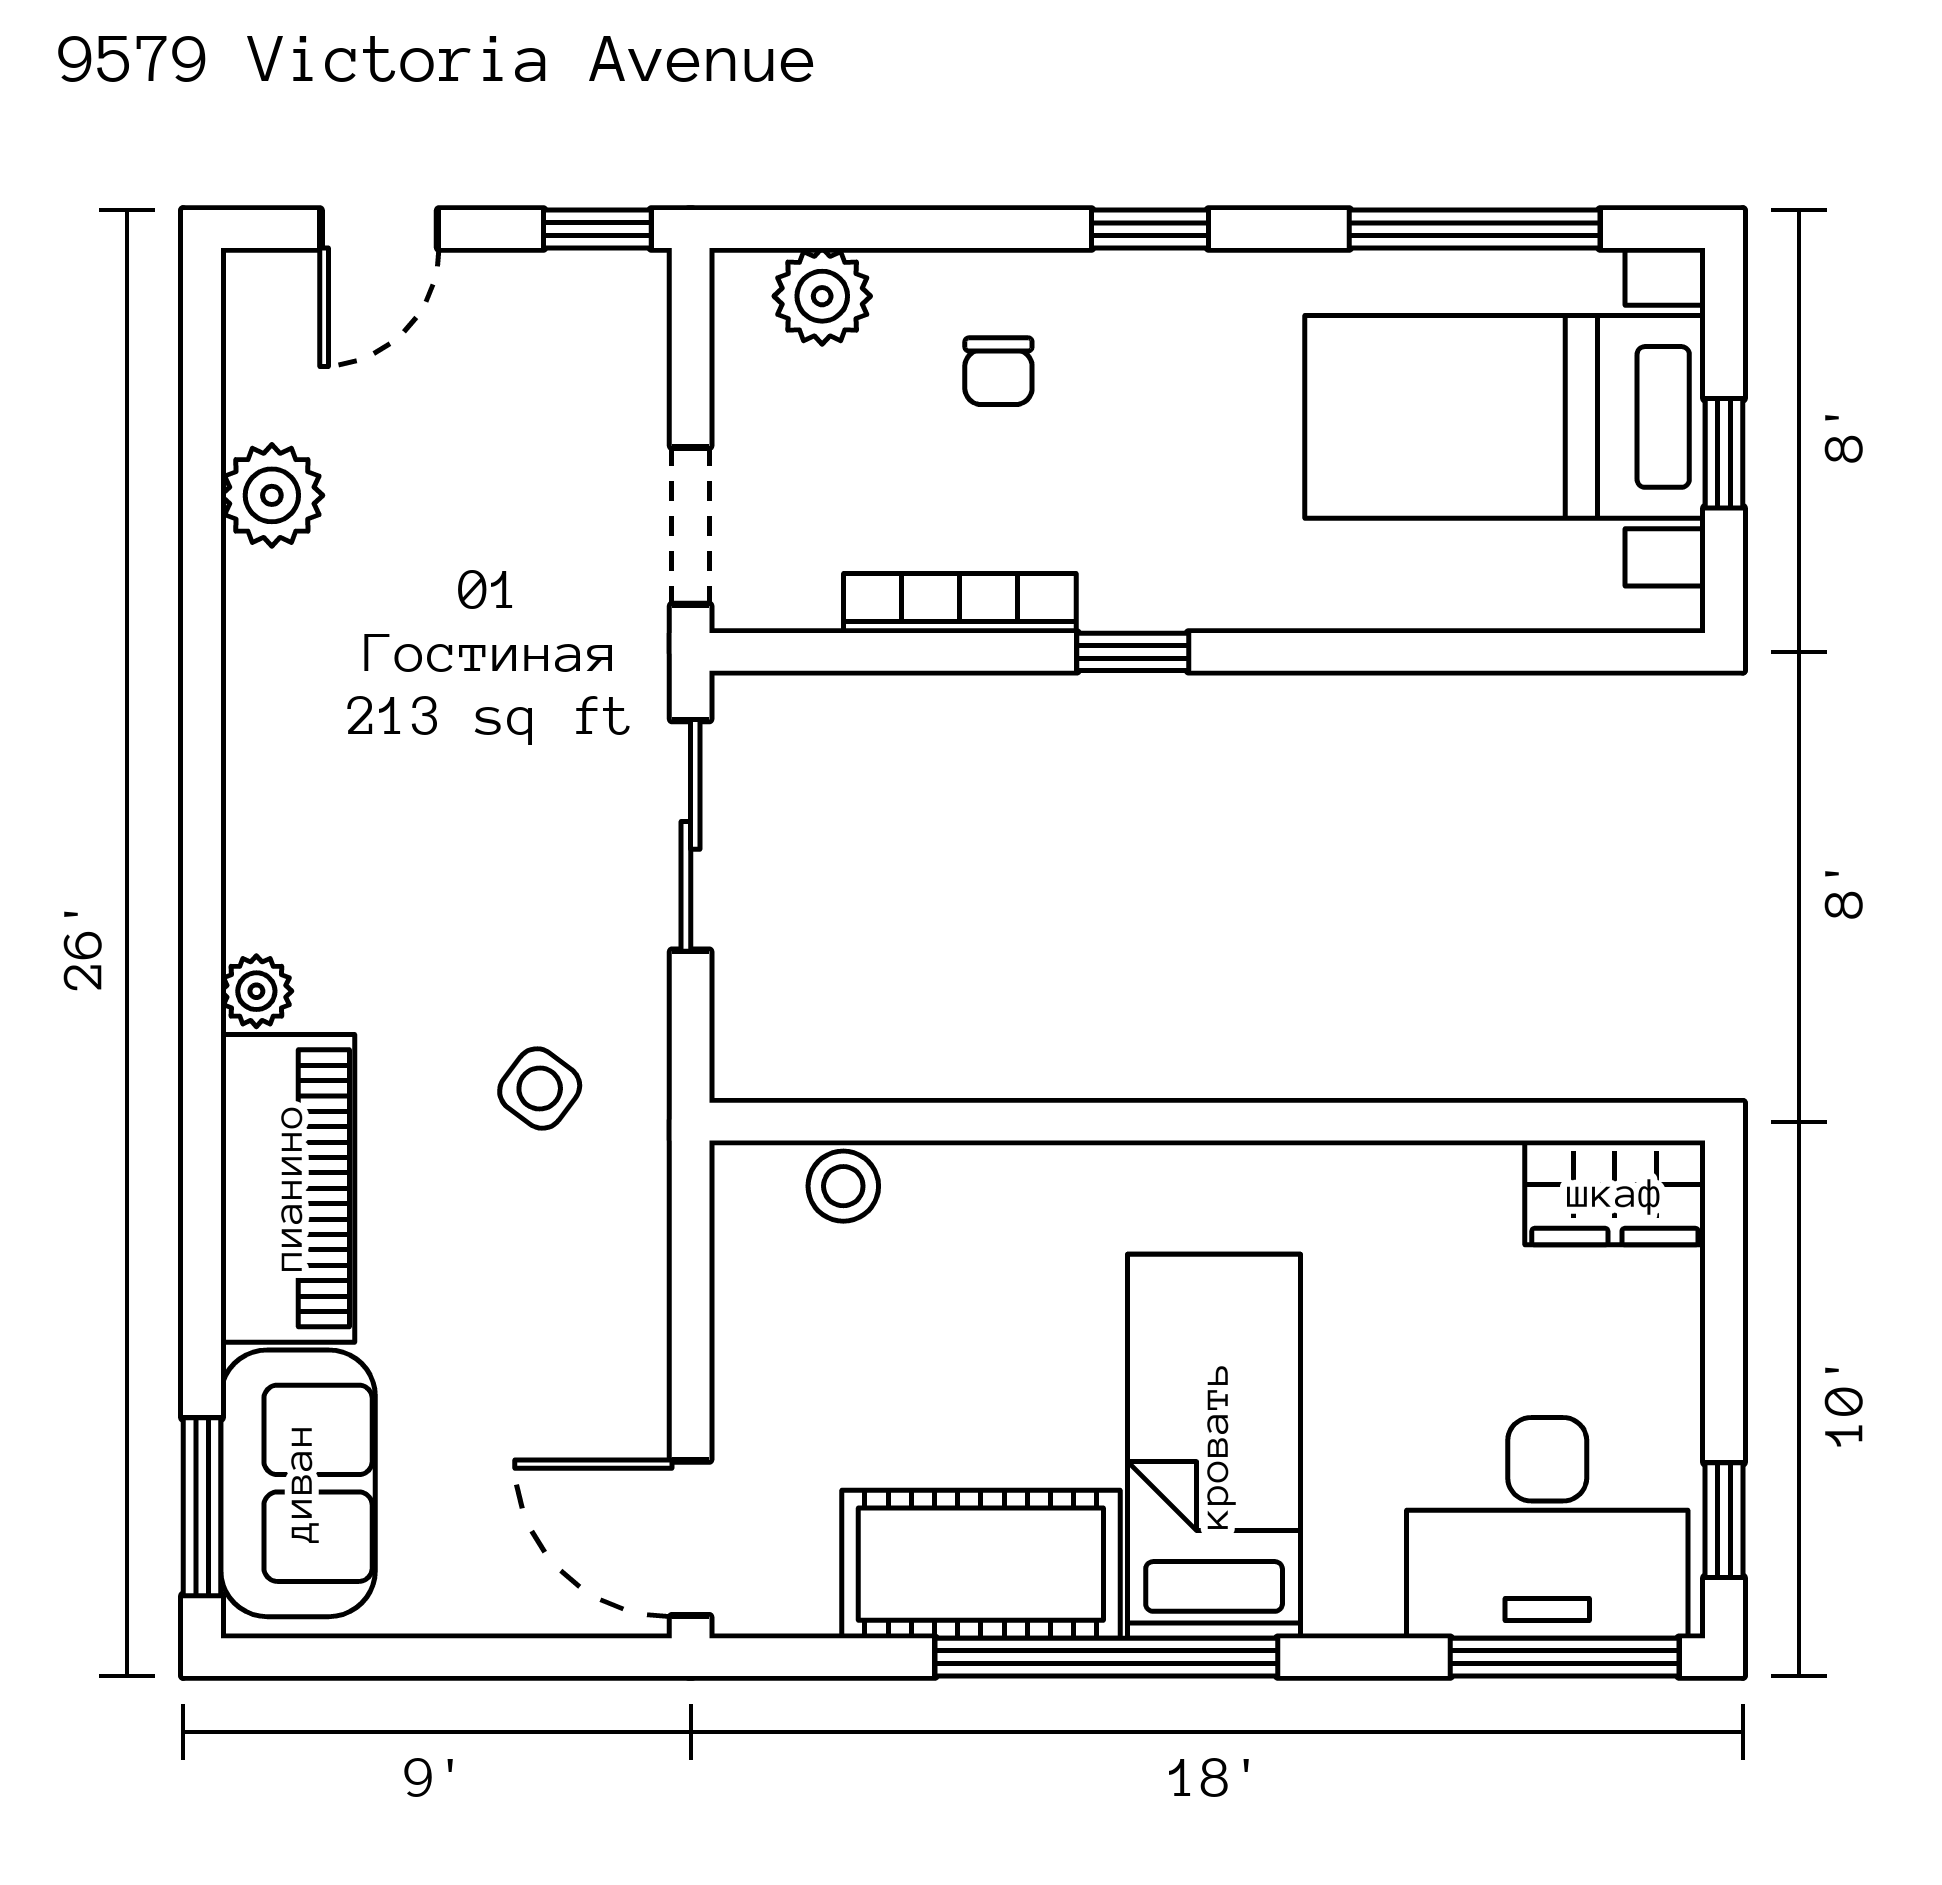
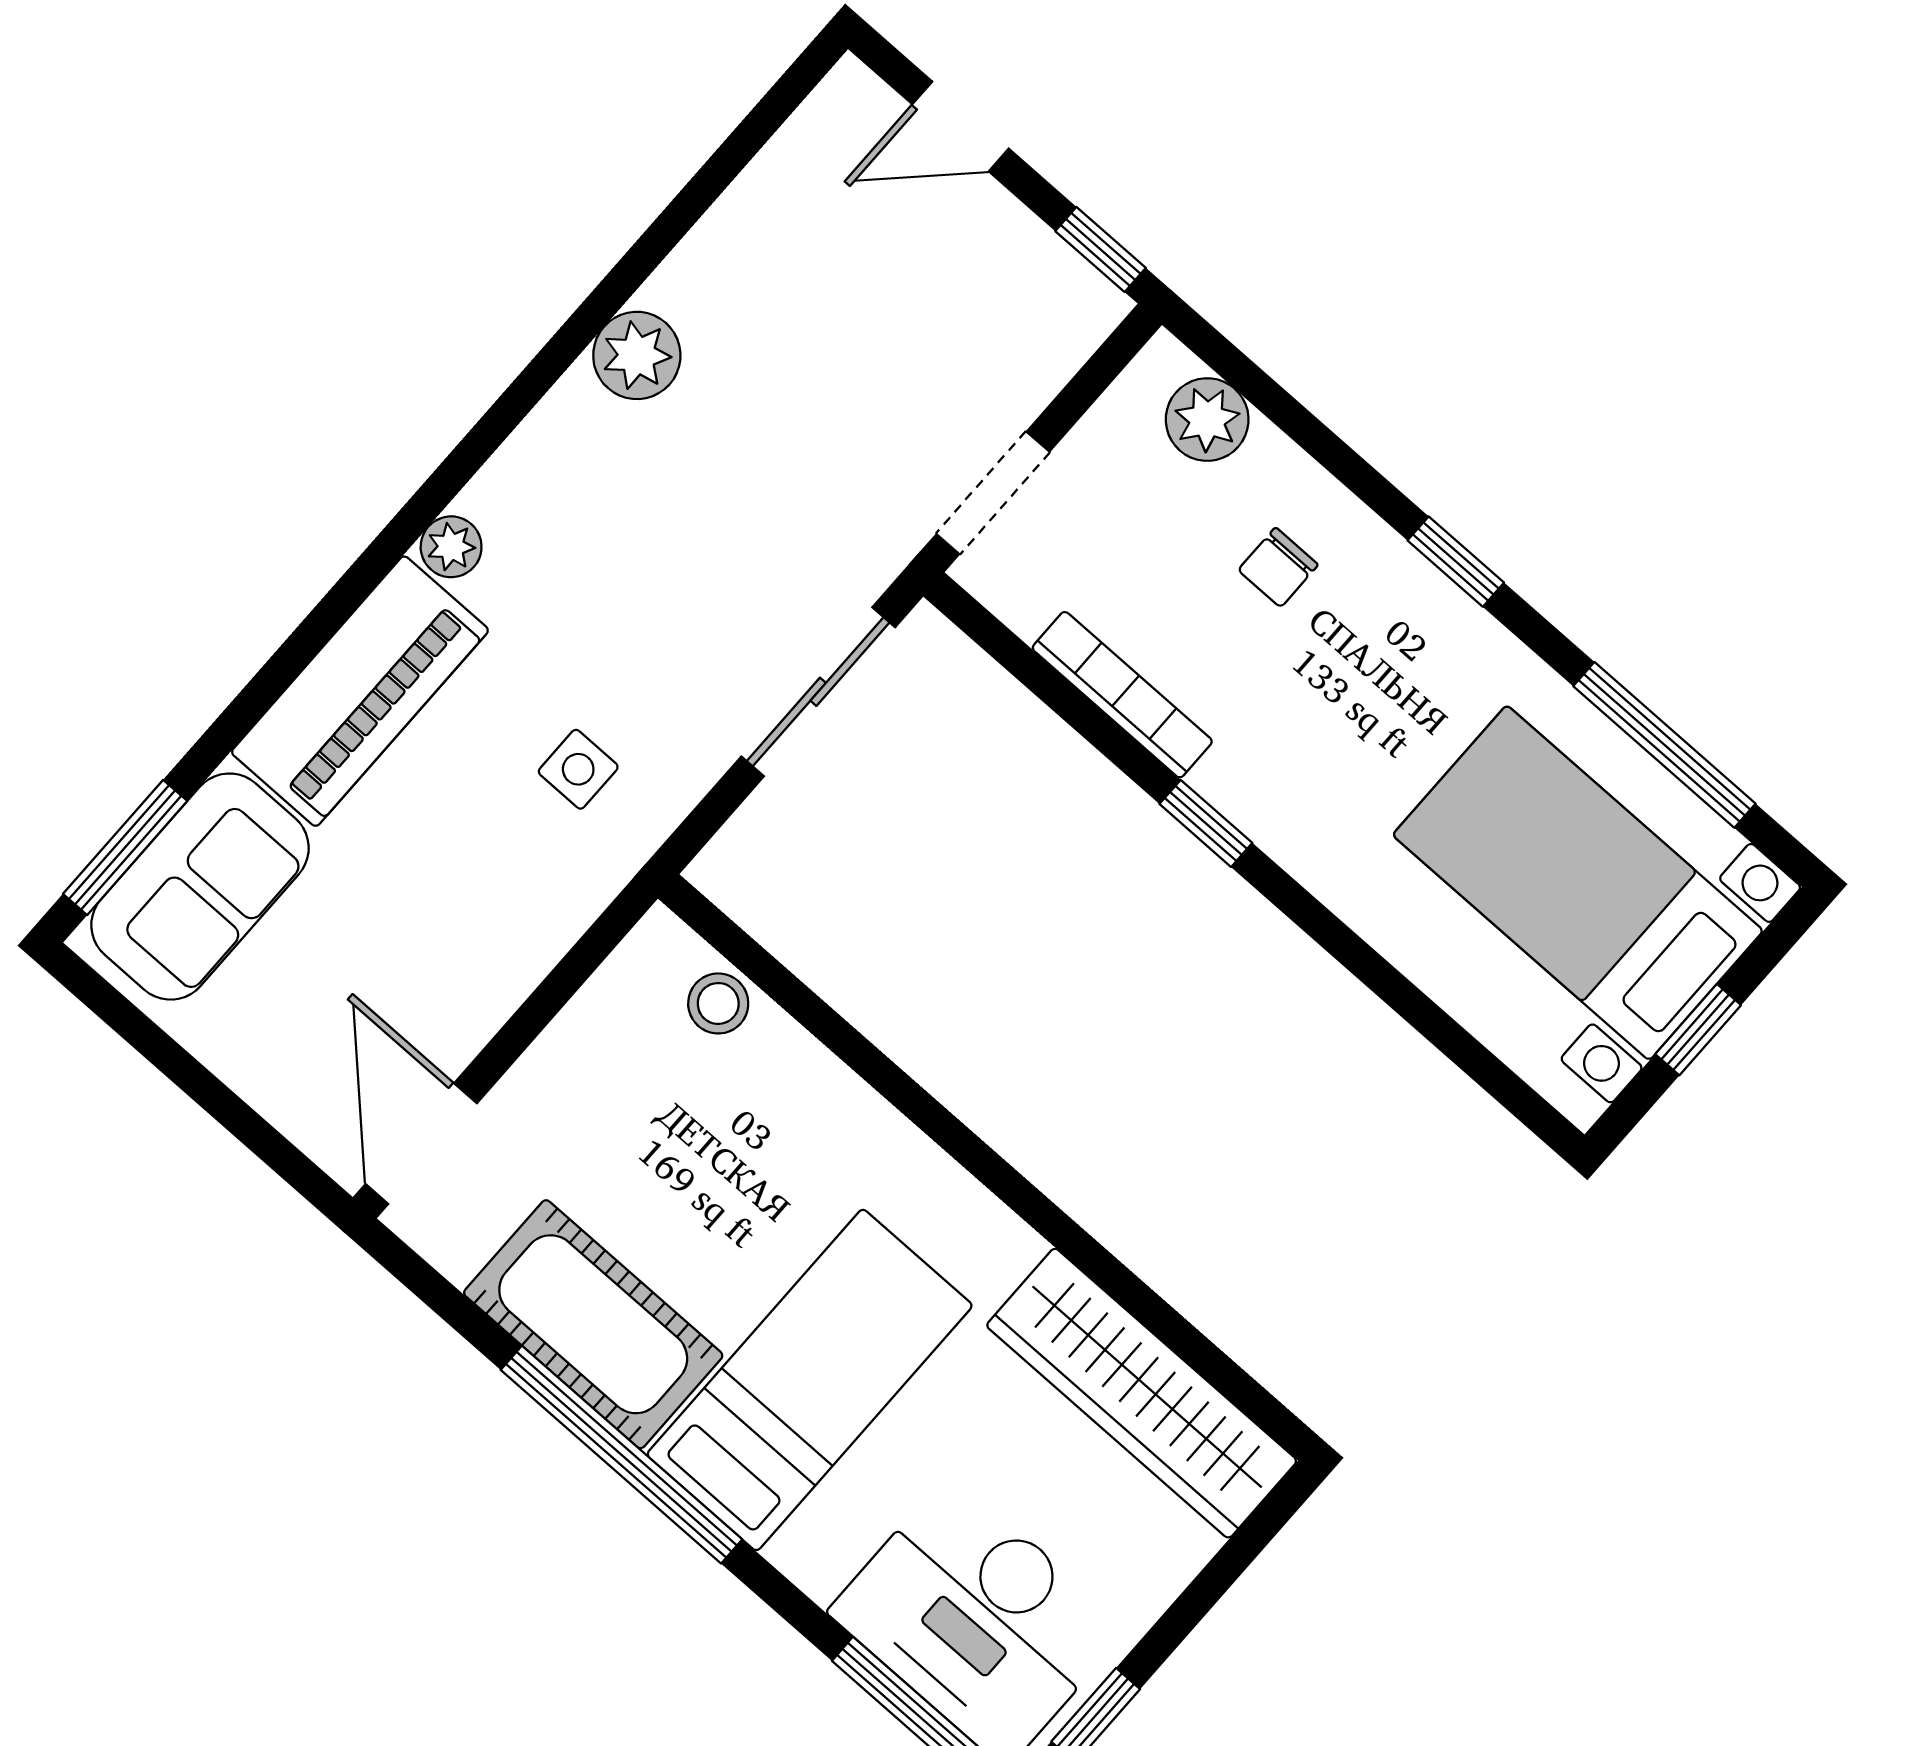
plant: (272, 495) -> (637, 355), moved
side table: (540, 1088) -> (578, 769), turned -37
wardrobe: (1615, 1193) -> (1142, 1393), width x2.10, depth x1.17

